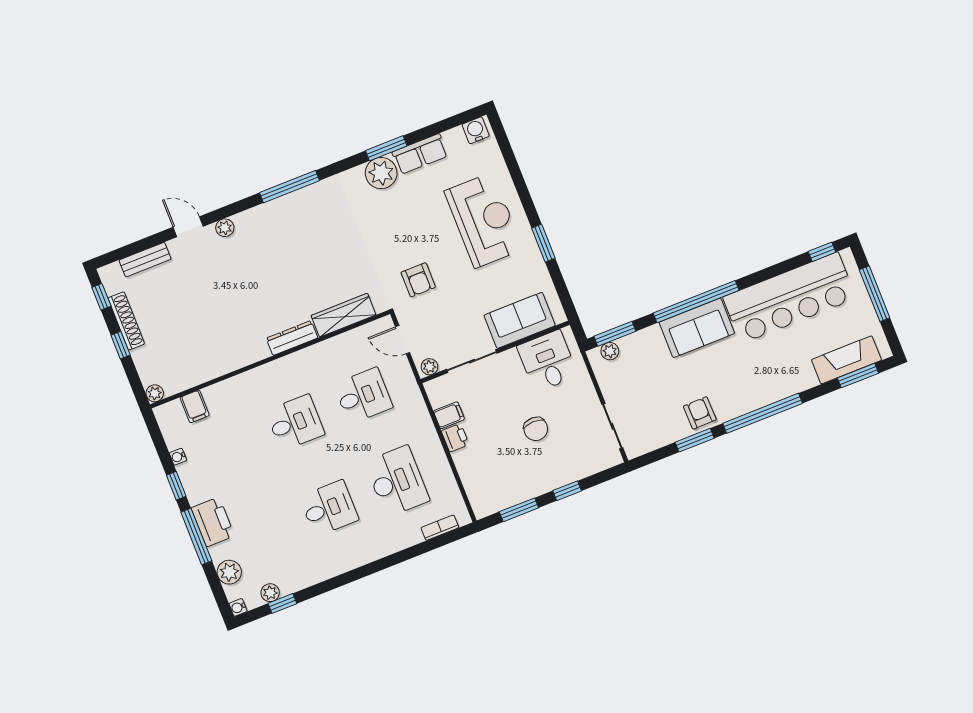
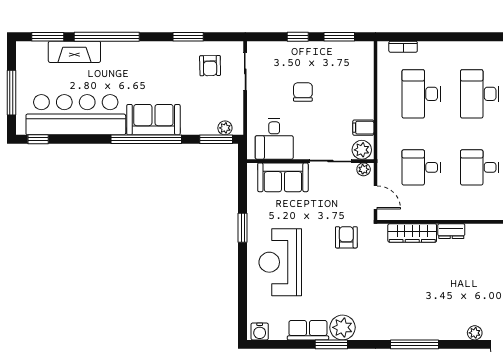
dresser: (292, 338) -> (451, 231), width x0.70
fireplace: (846, 360) -> (74, 52), moved
plant: (441, 389) -> (362, 150), added
armchair: (700, 413) -> (210, 66), moved
window: (763, 413) -> (107, 37), moved
printer: (455, 438) -> (365, 109), removed
desk: (329, 508) -> (480, 94), width x1.37

